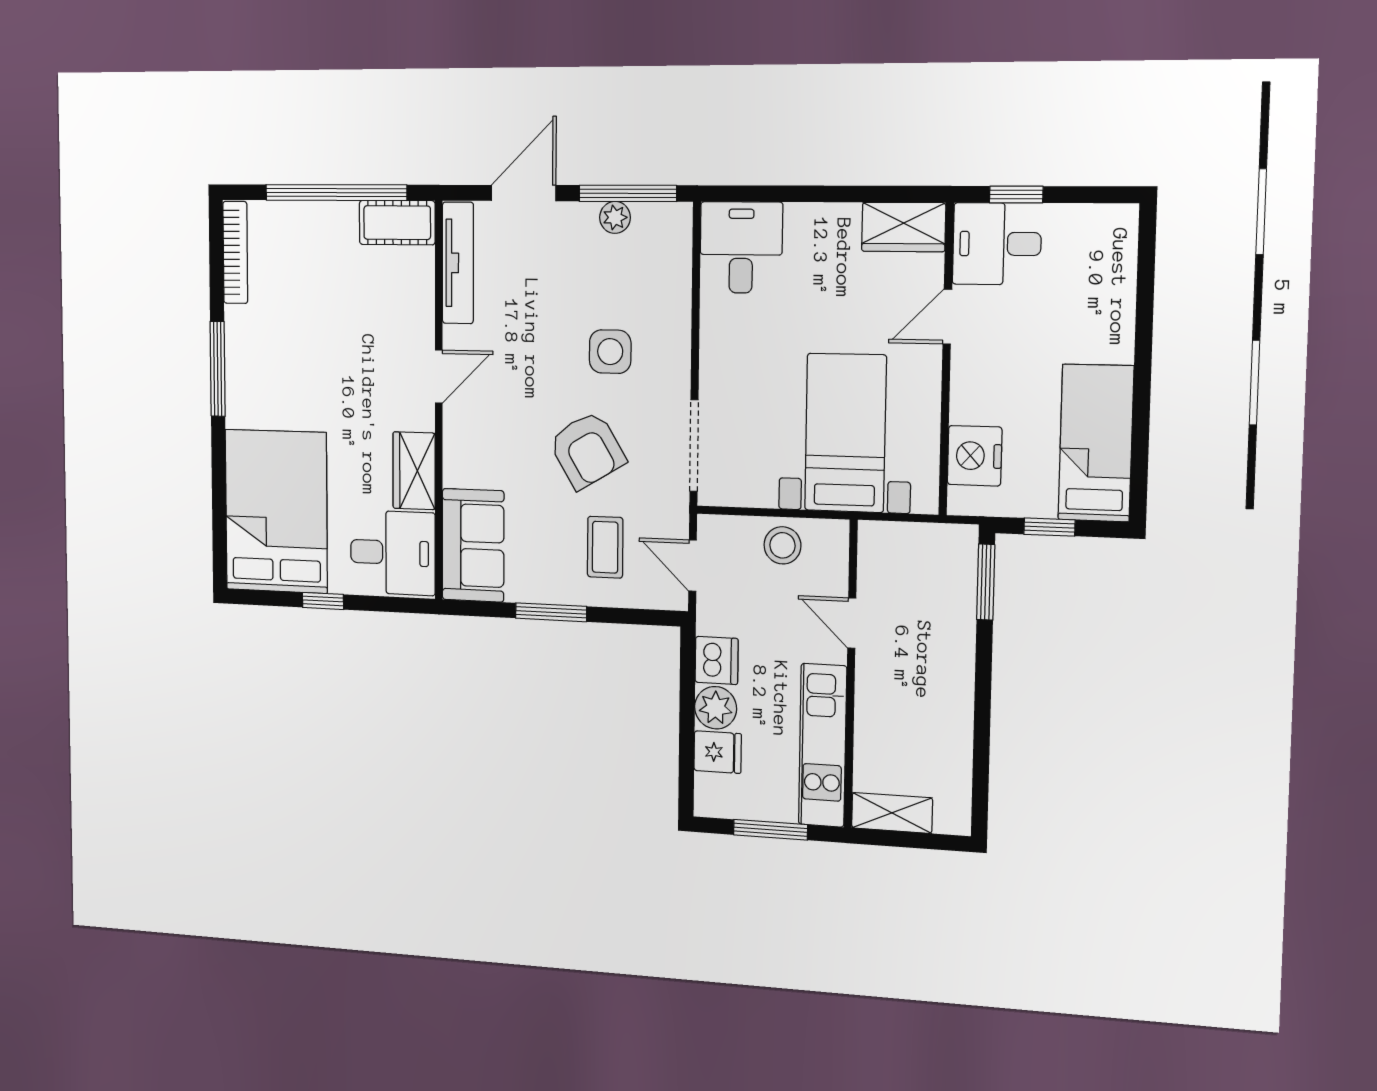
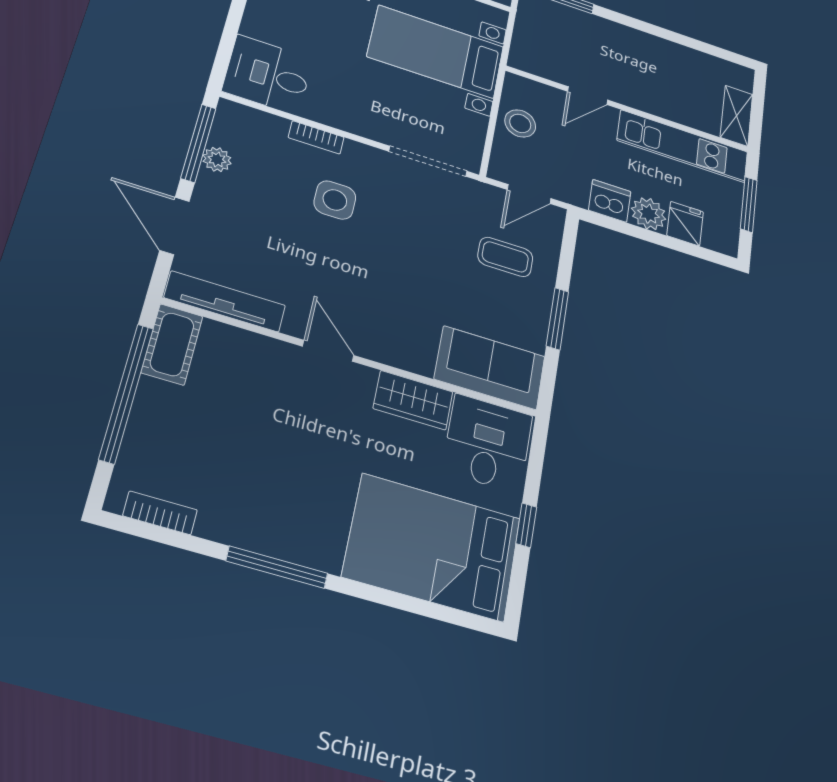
bookcase: (235, 252) -> (160, 513), width x0.64
bookcase: (680, 317) -> (316, 137), added
armchair: (587, 450) -> (418, 245), removed

